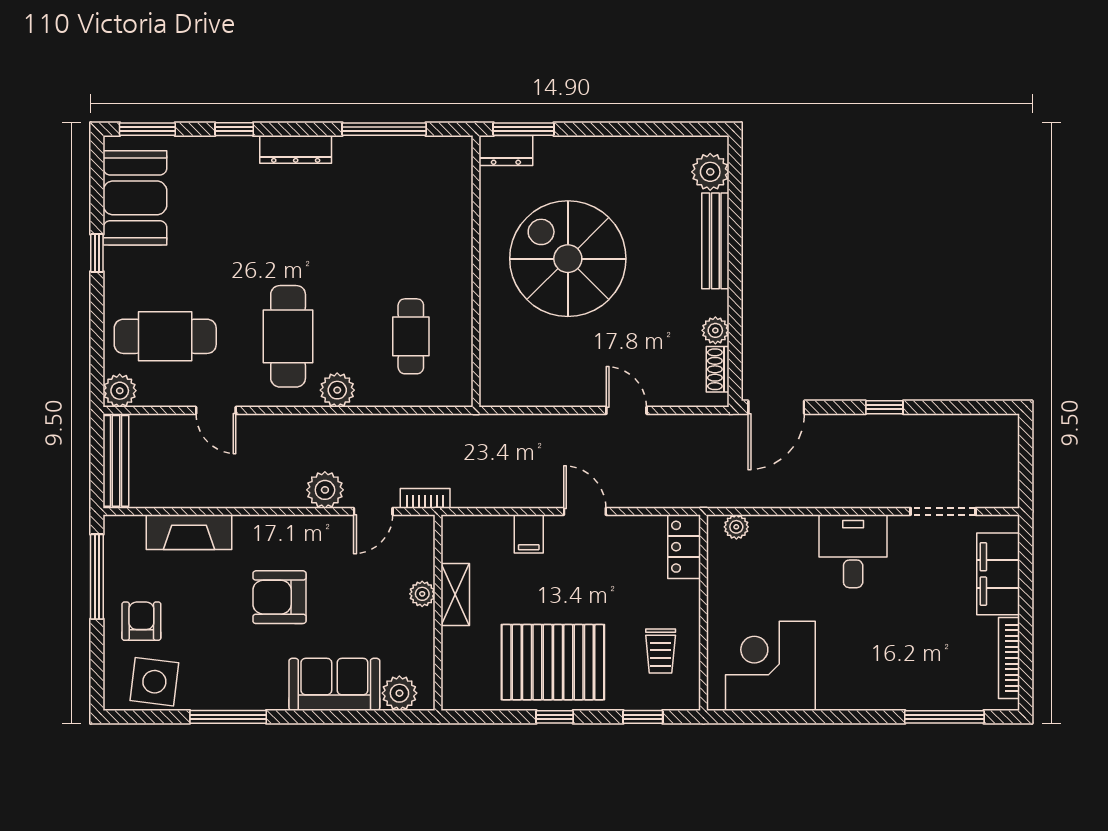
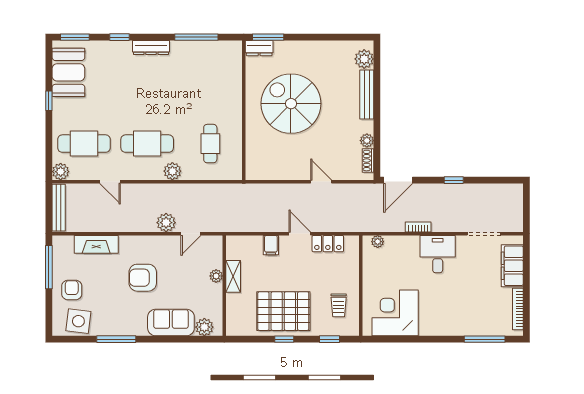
cafe table: (288, 336) -> (147, 144), turned 90
bookcase: (425, 498) -> (418, 227), moved
locker: (684, 547) -> (328, 244), moved, turned -90

